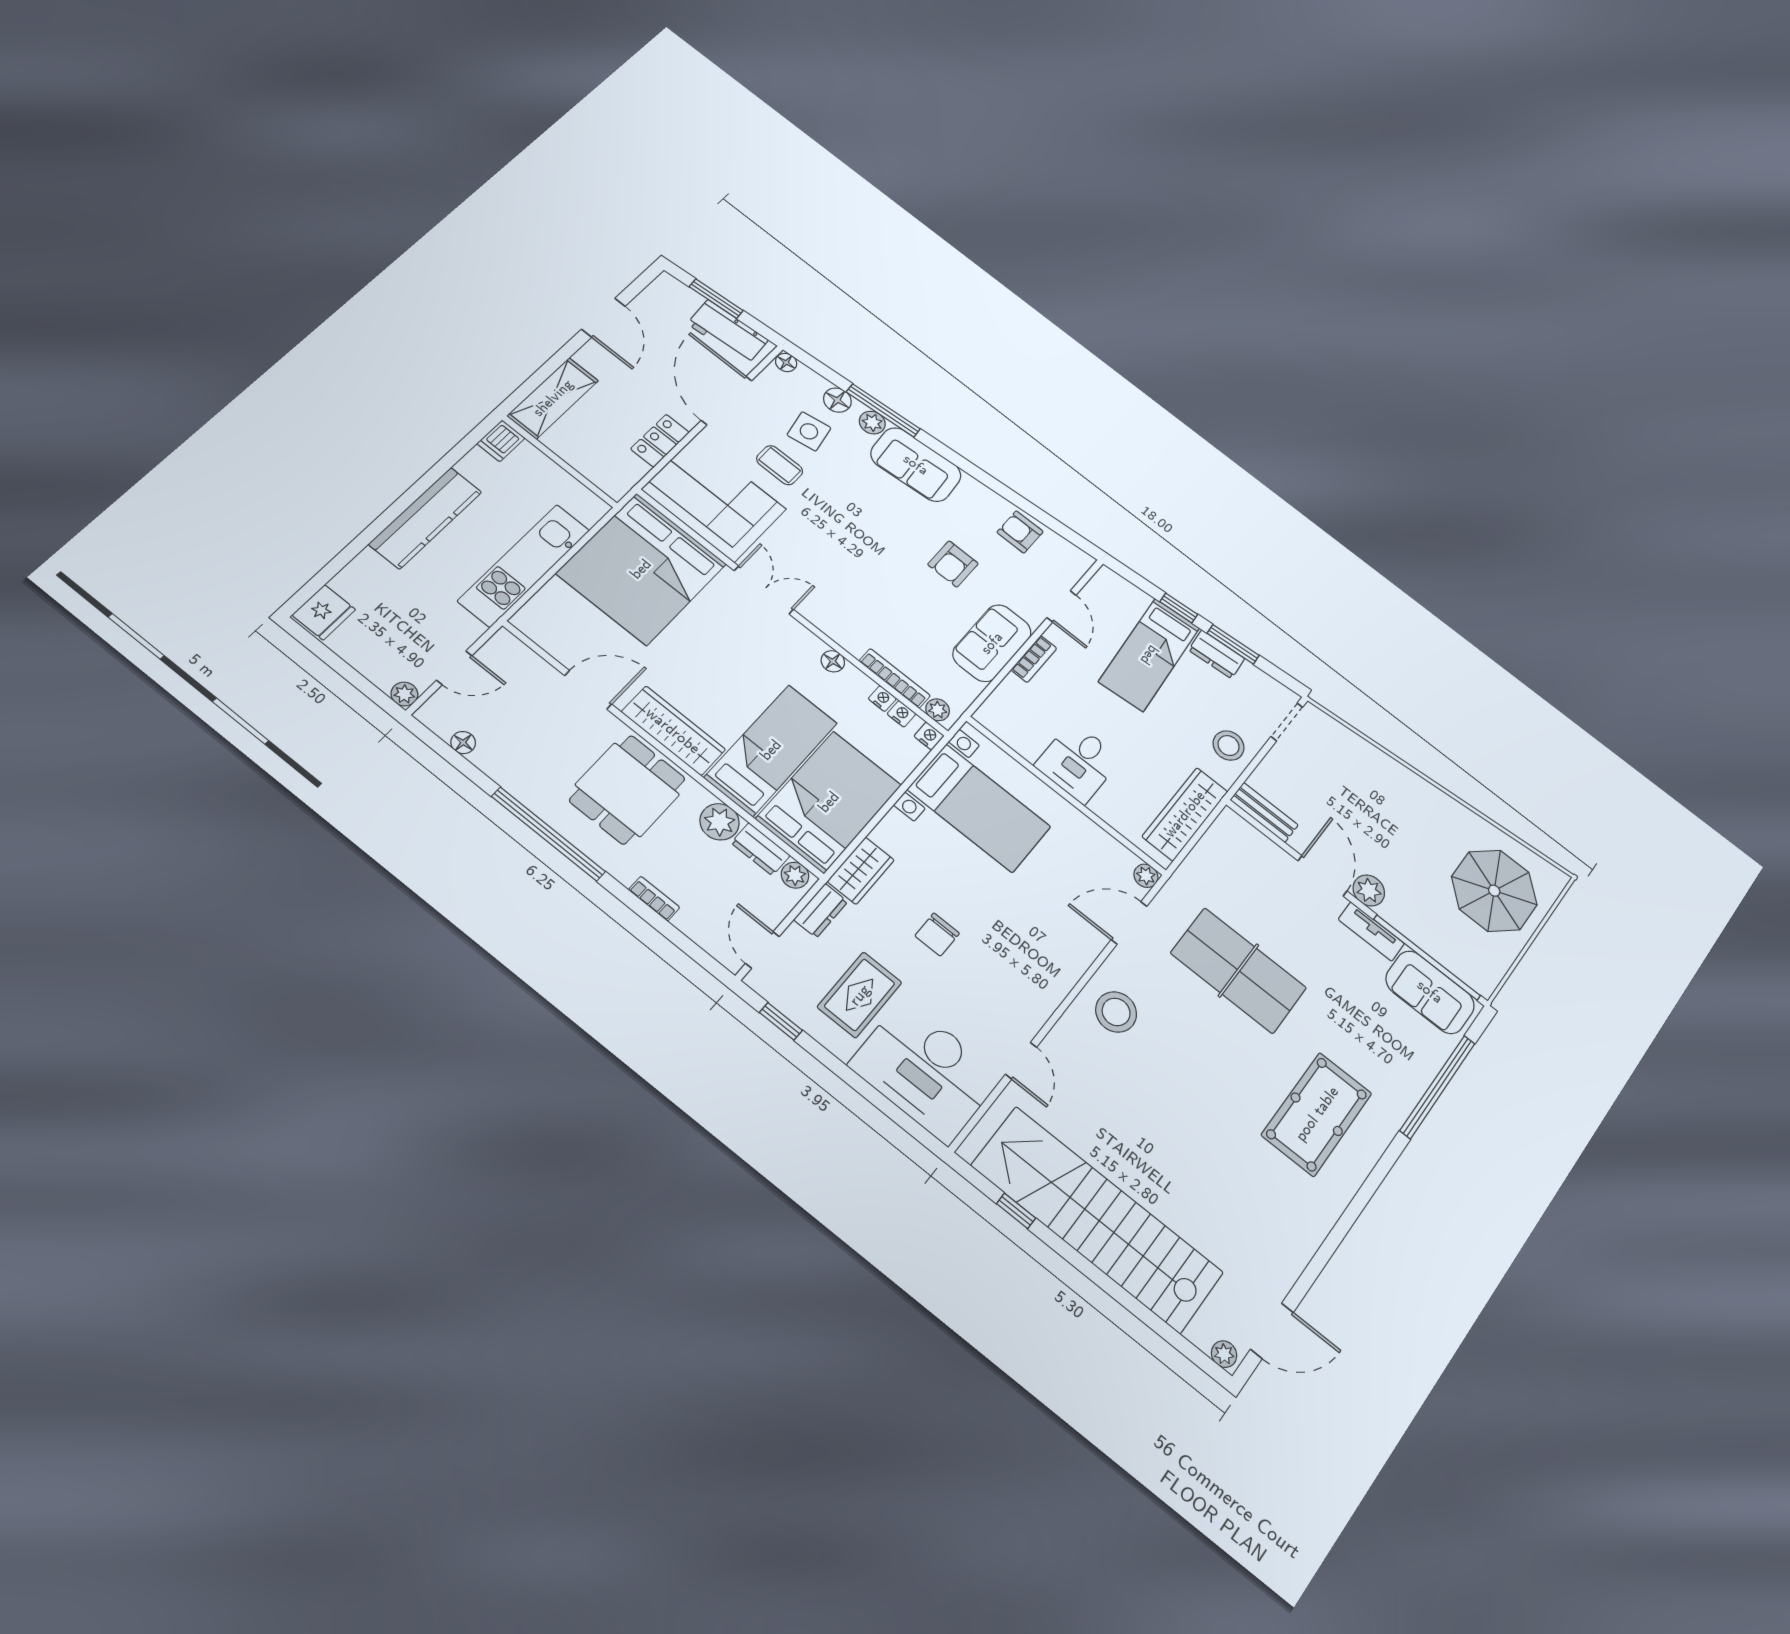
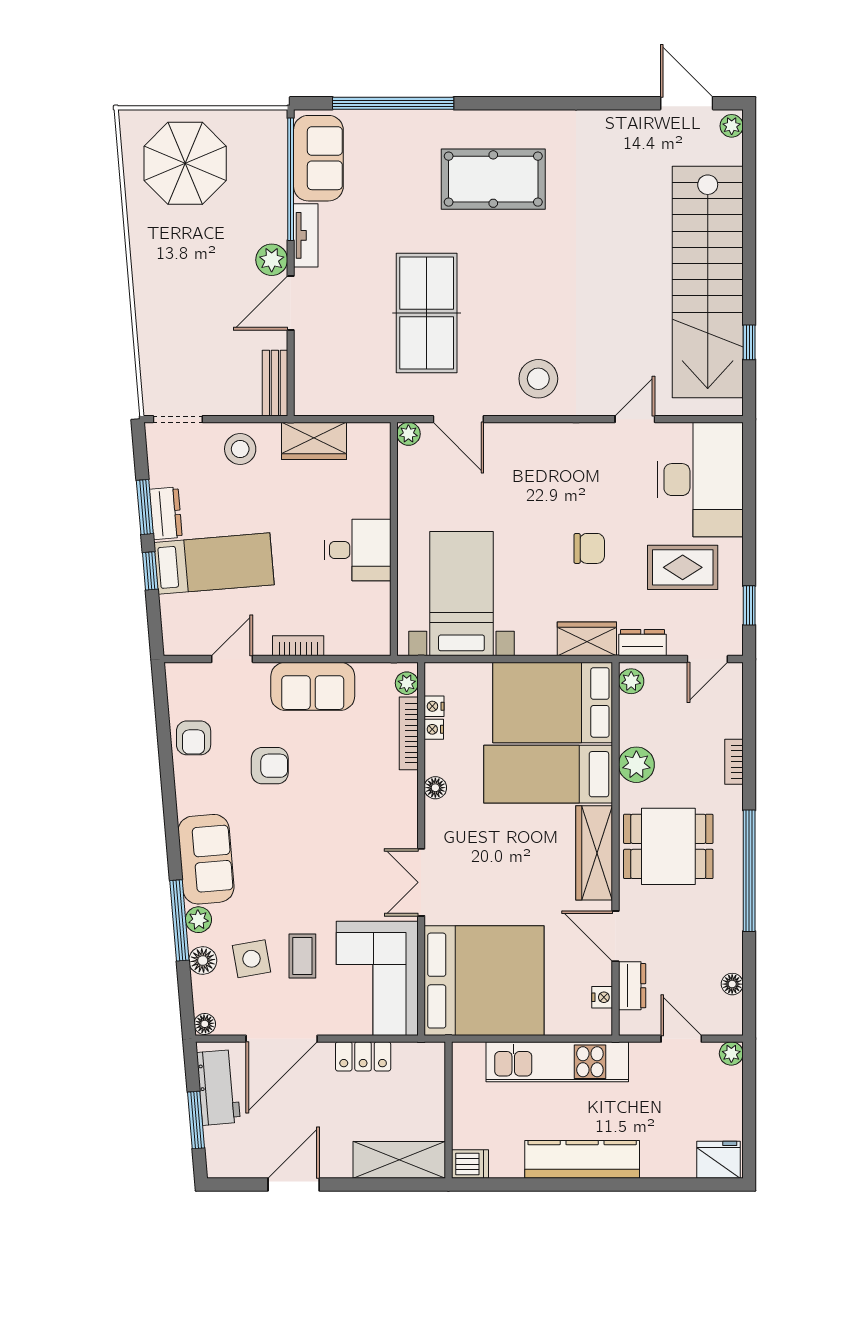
nightstand: (929, 736) -> (602, 997), moved, turned 180
wardrobe: (1185, 814) -> (314, 441), width x0.67
dresser: (761, 849) -> (632, 986), moved

